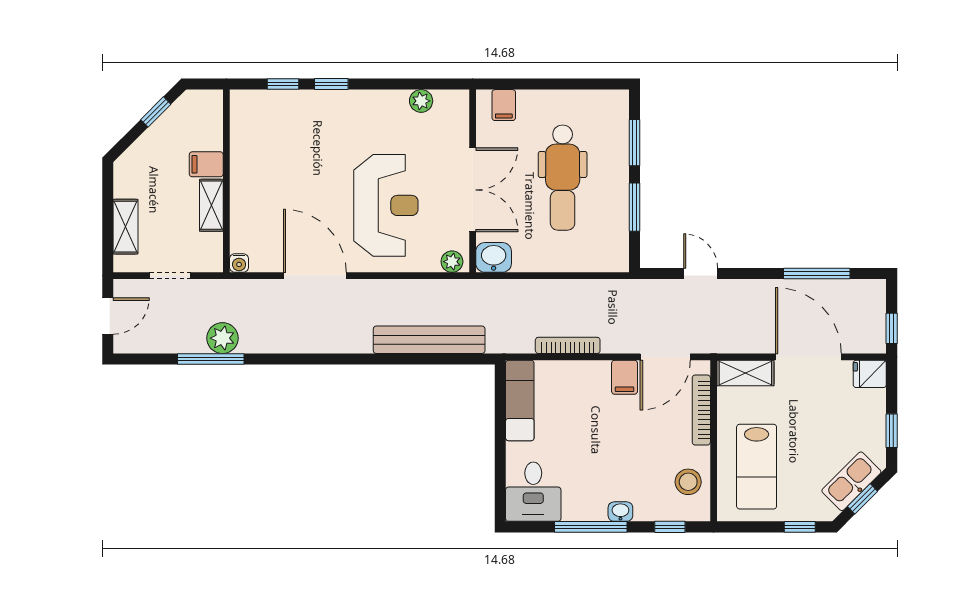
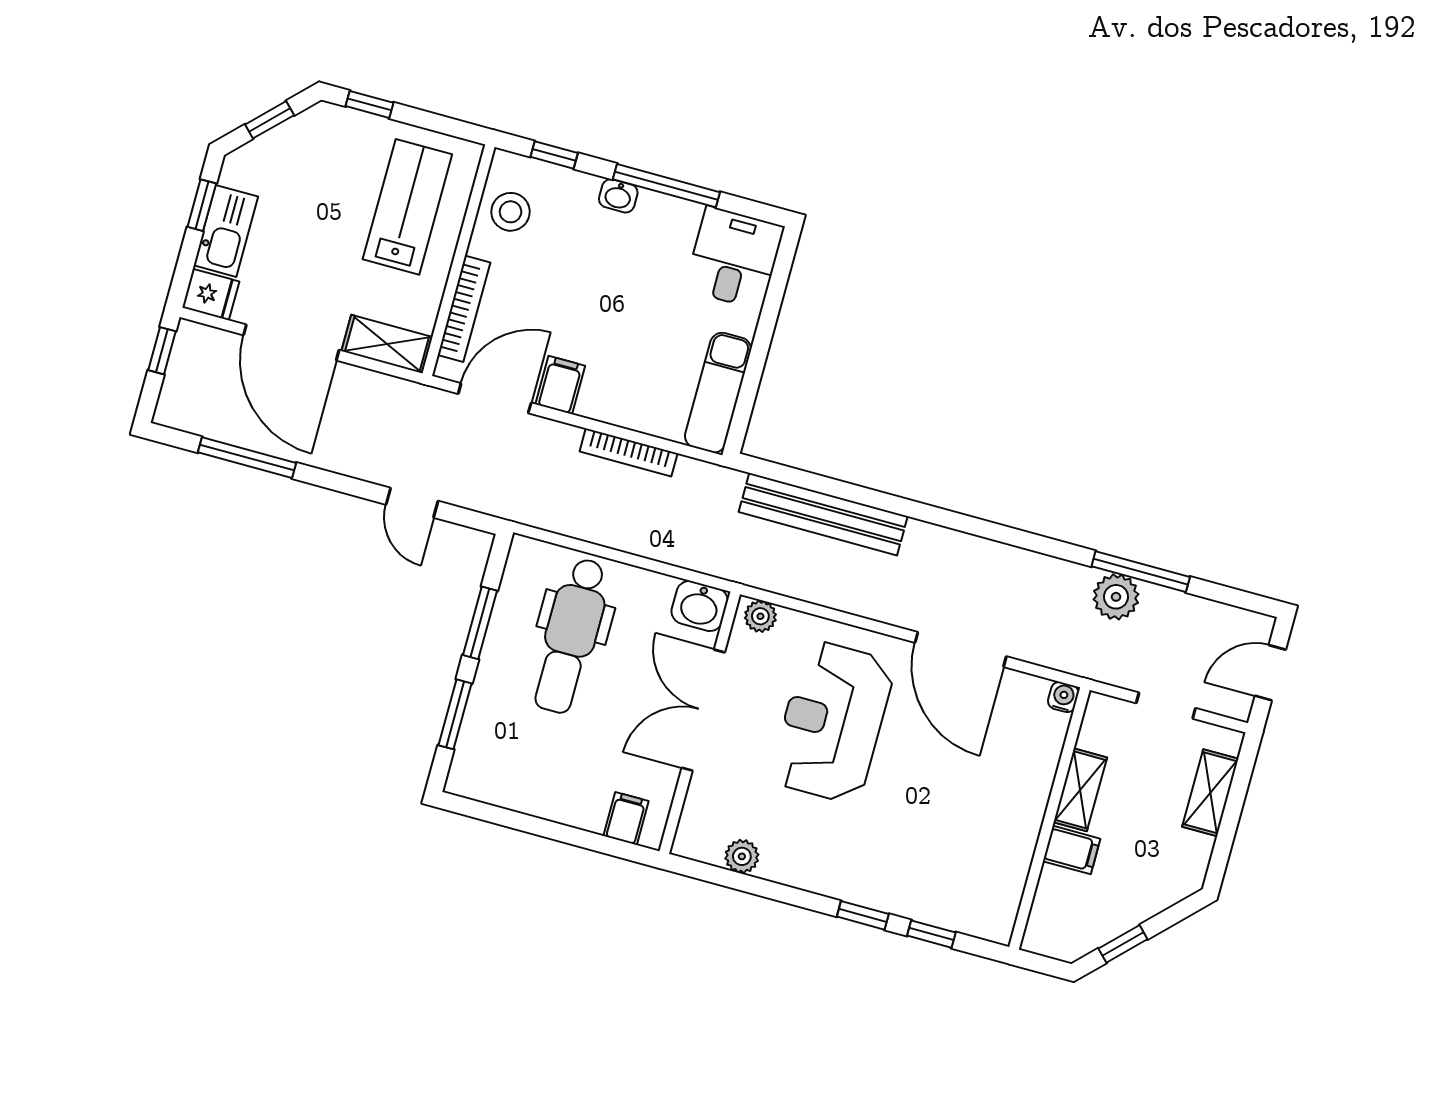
dental chair: (563, 178) -> (571, 636), moved, turned 180
kitchen sink: (851, 481) -> (226, 231), moved, turned -45

